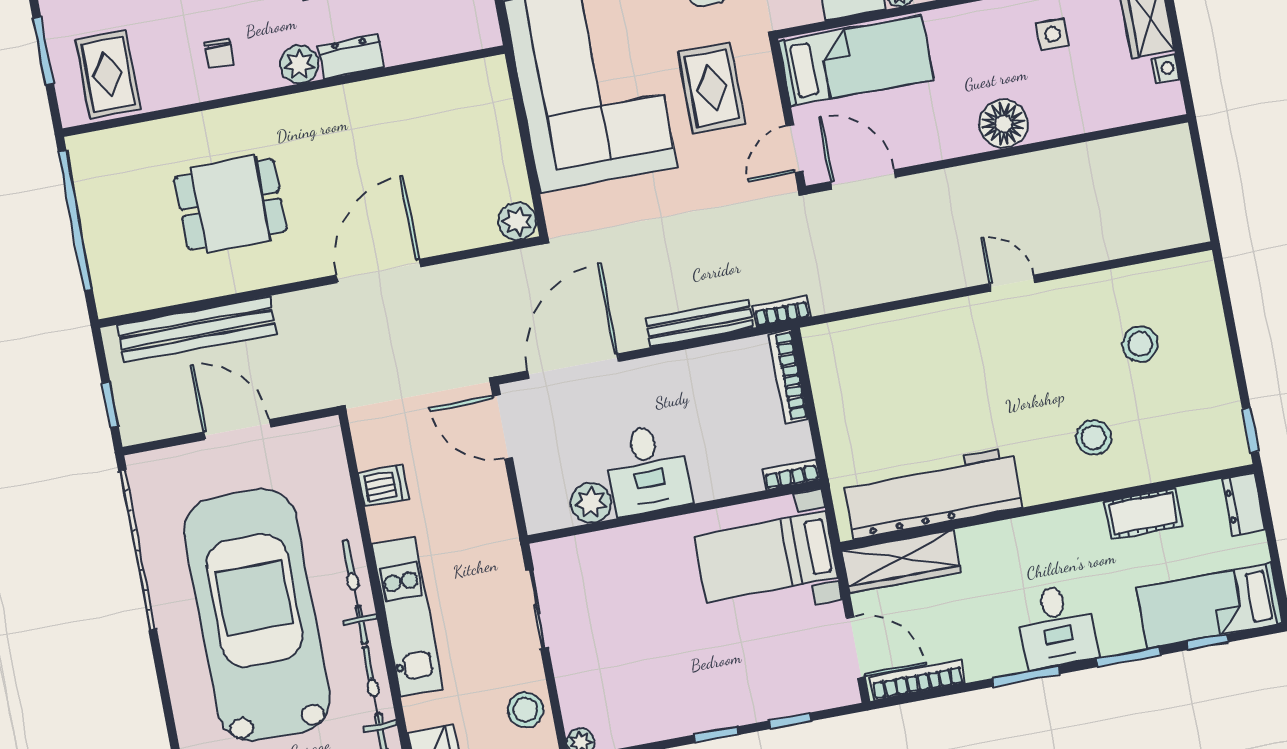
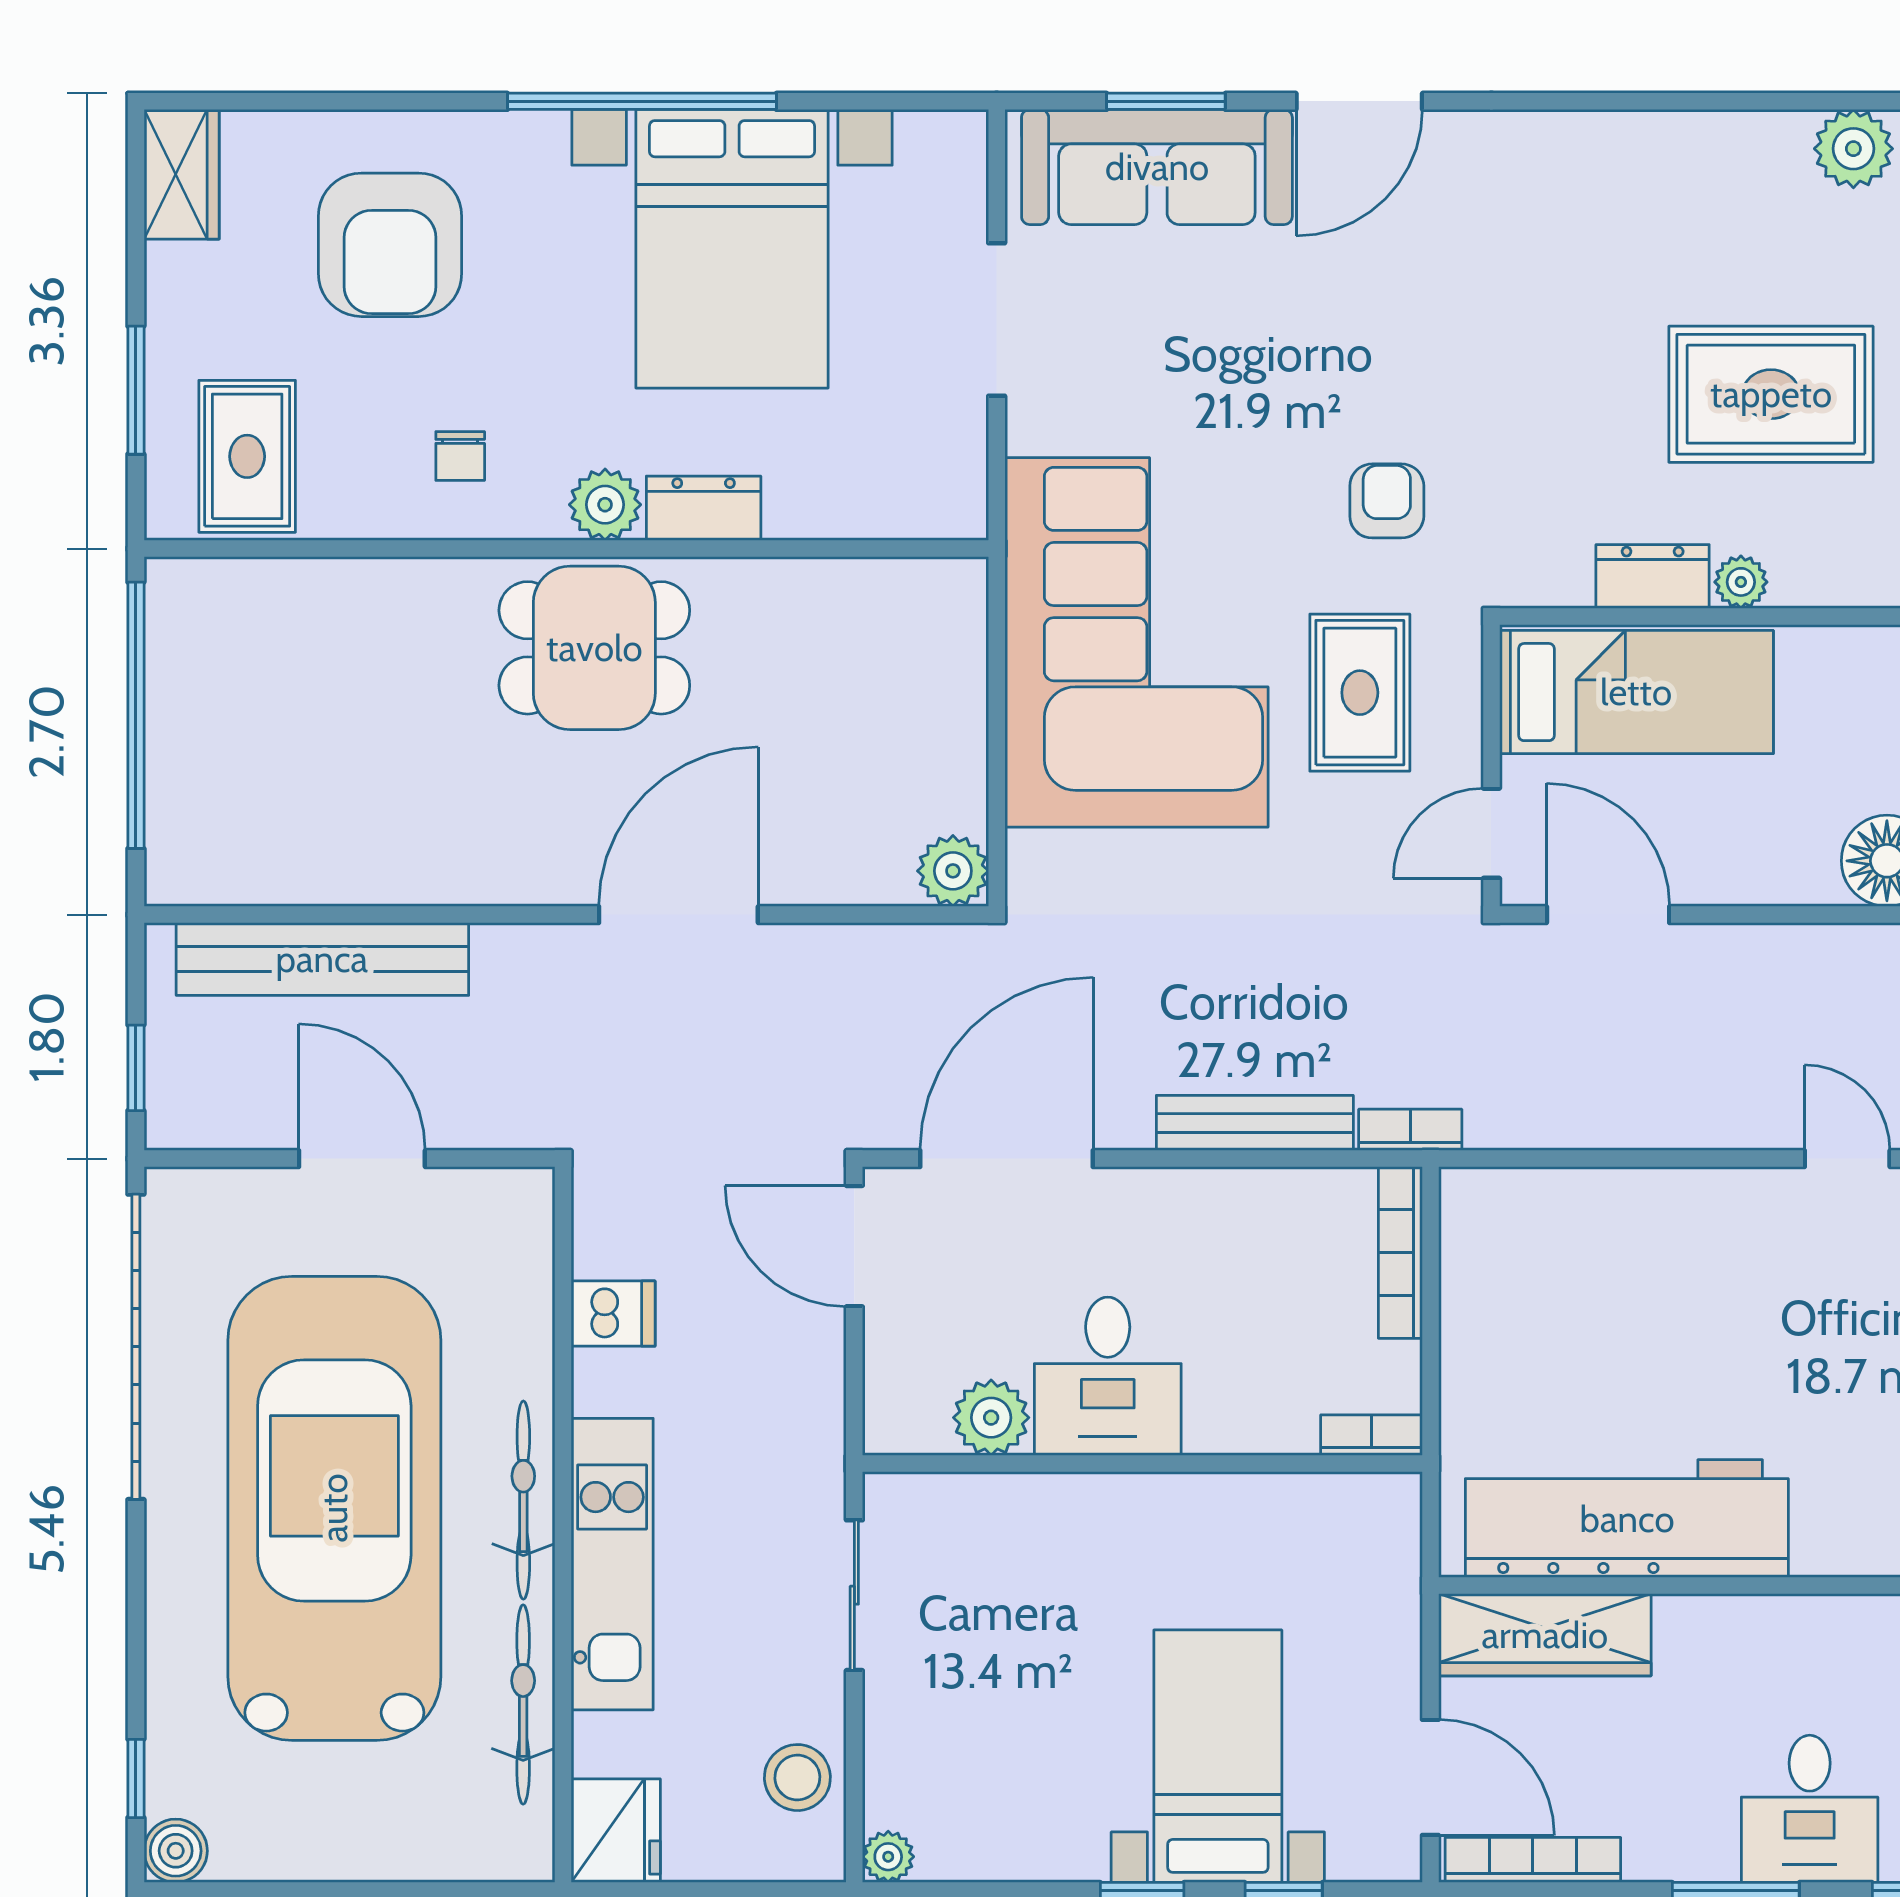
dining table: (231, 204) -> (594, 648), moved
bed with nightstands: (766, 557) -> (1218, 1756), moved, turned 90

